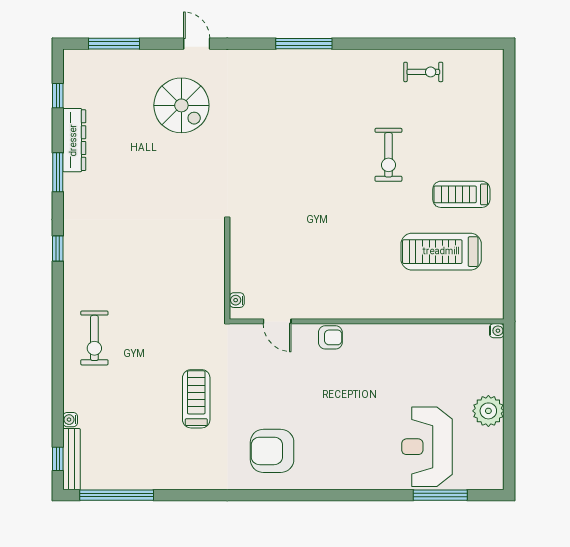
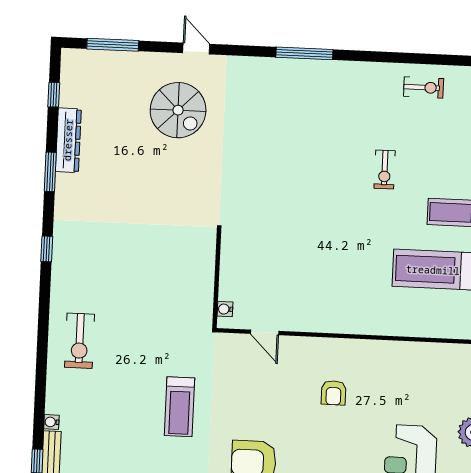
exercise bike: (388, 155) -> (385, 169), width x0.73, depth x0.72
armchair: (330, 337) -> (334, 393), moved, turned 90
treadmill: (196, 399) -> (180, 407), turned 180

